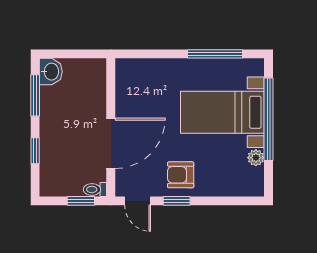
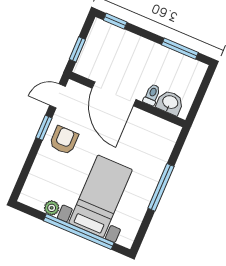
window: (215, 54) -> (161, 187), moved
washbasin: (51, 72) -> (170, 103), moved, turned 180
window: (35, 151) -> (115, 21), moved
toilet: (95, 189) -> (152, 95), moved

